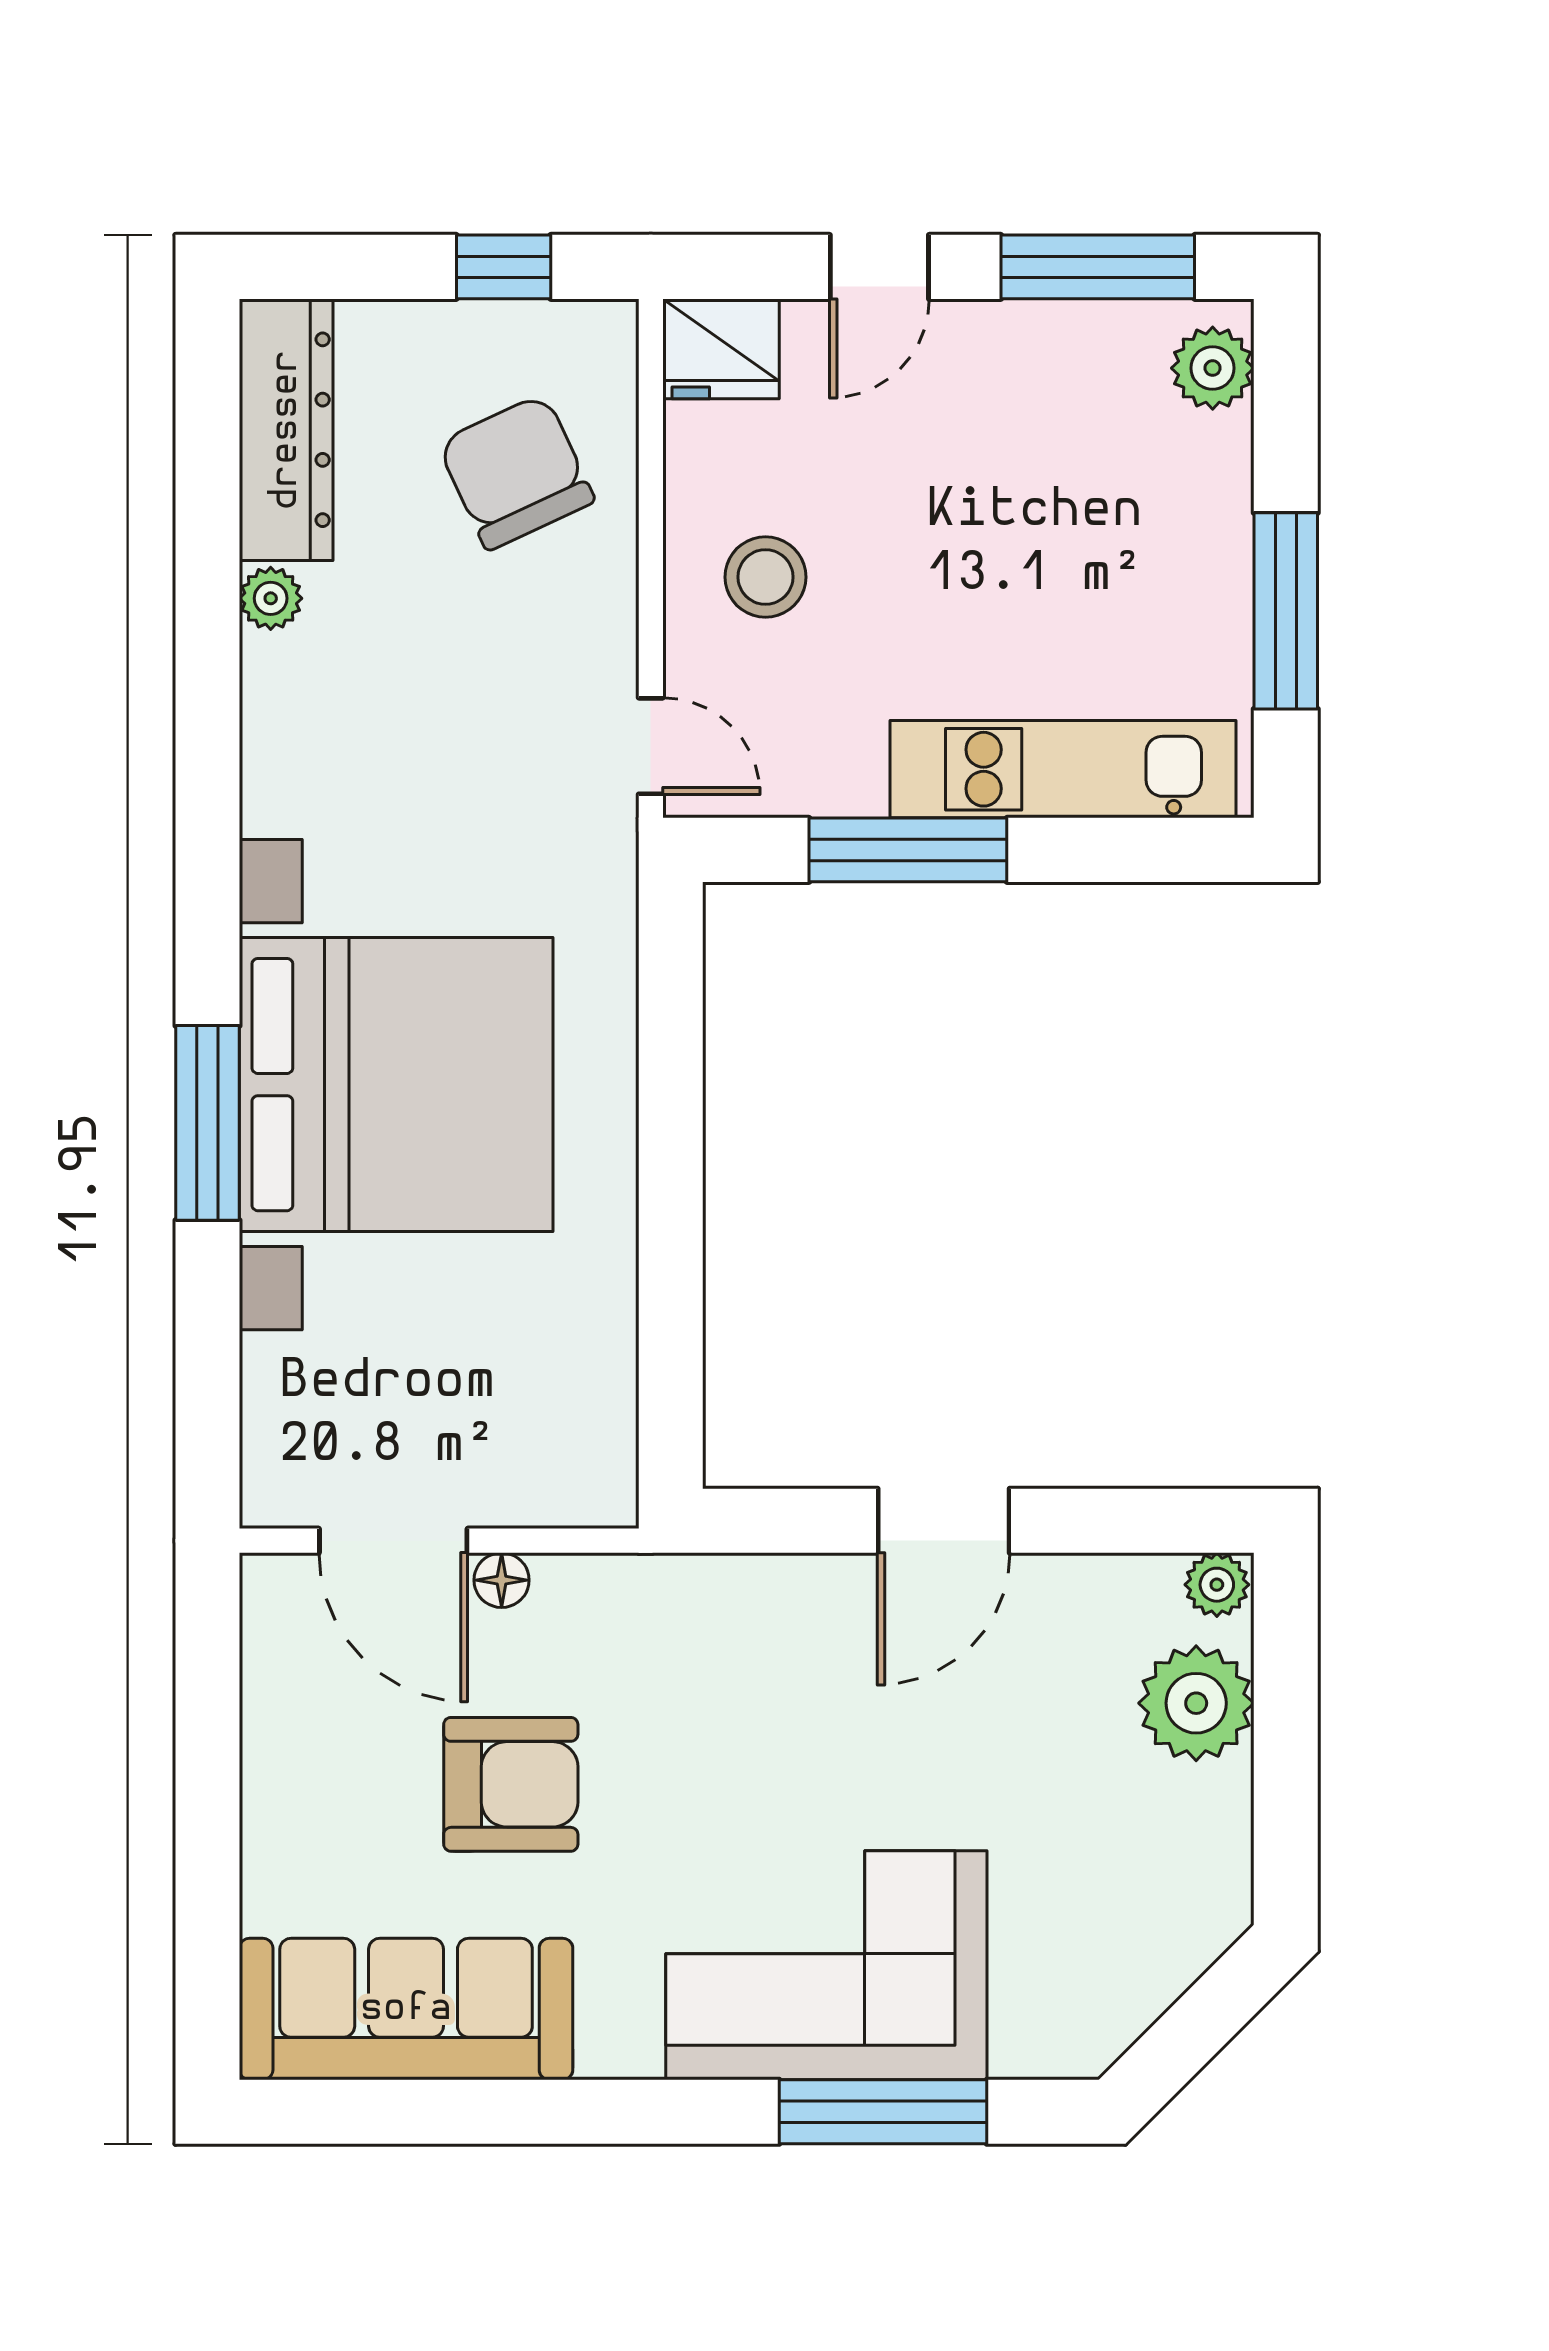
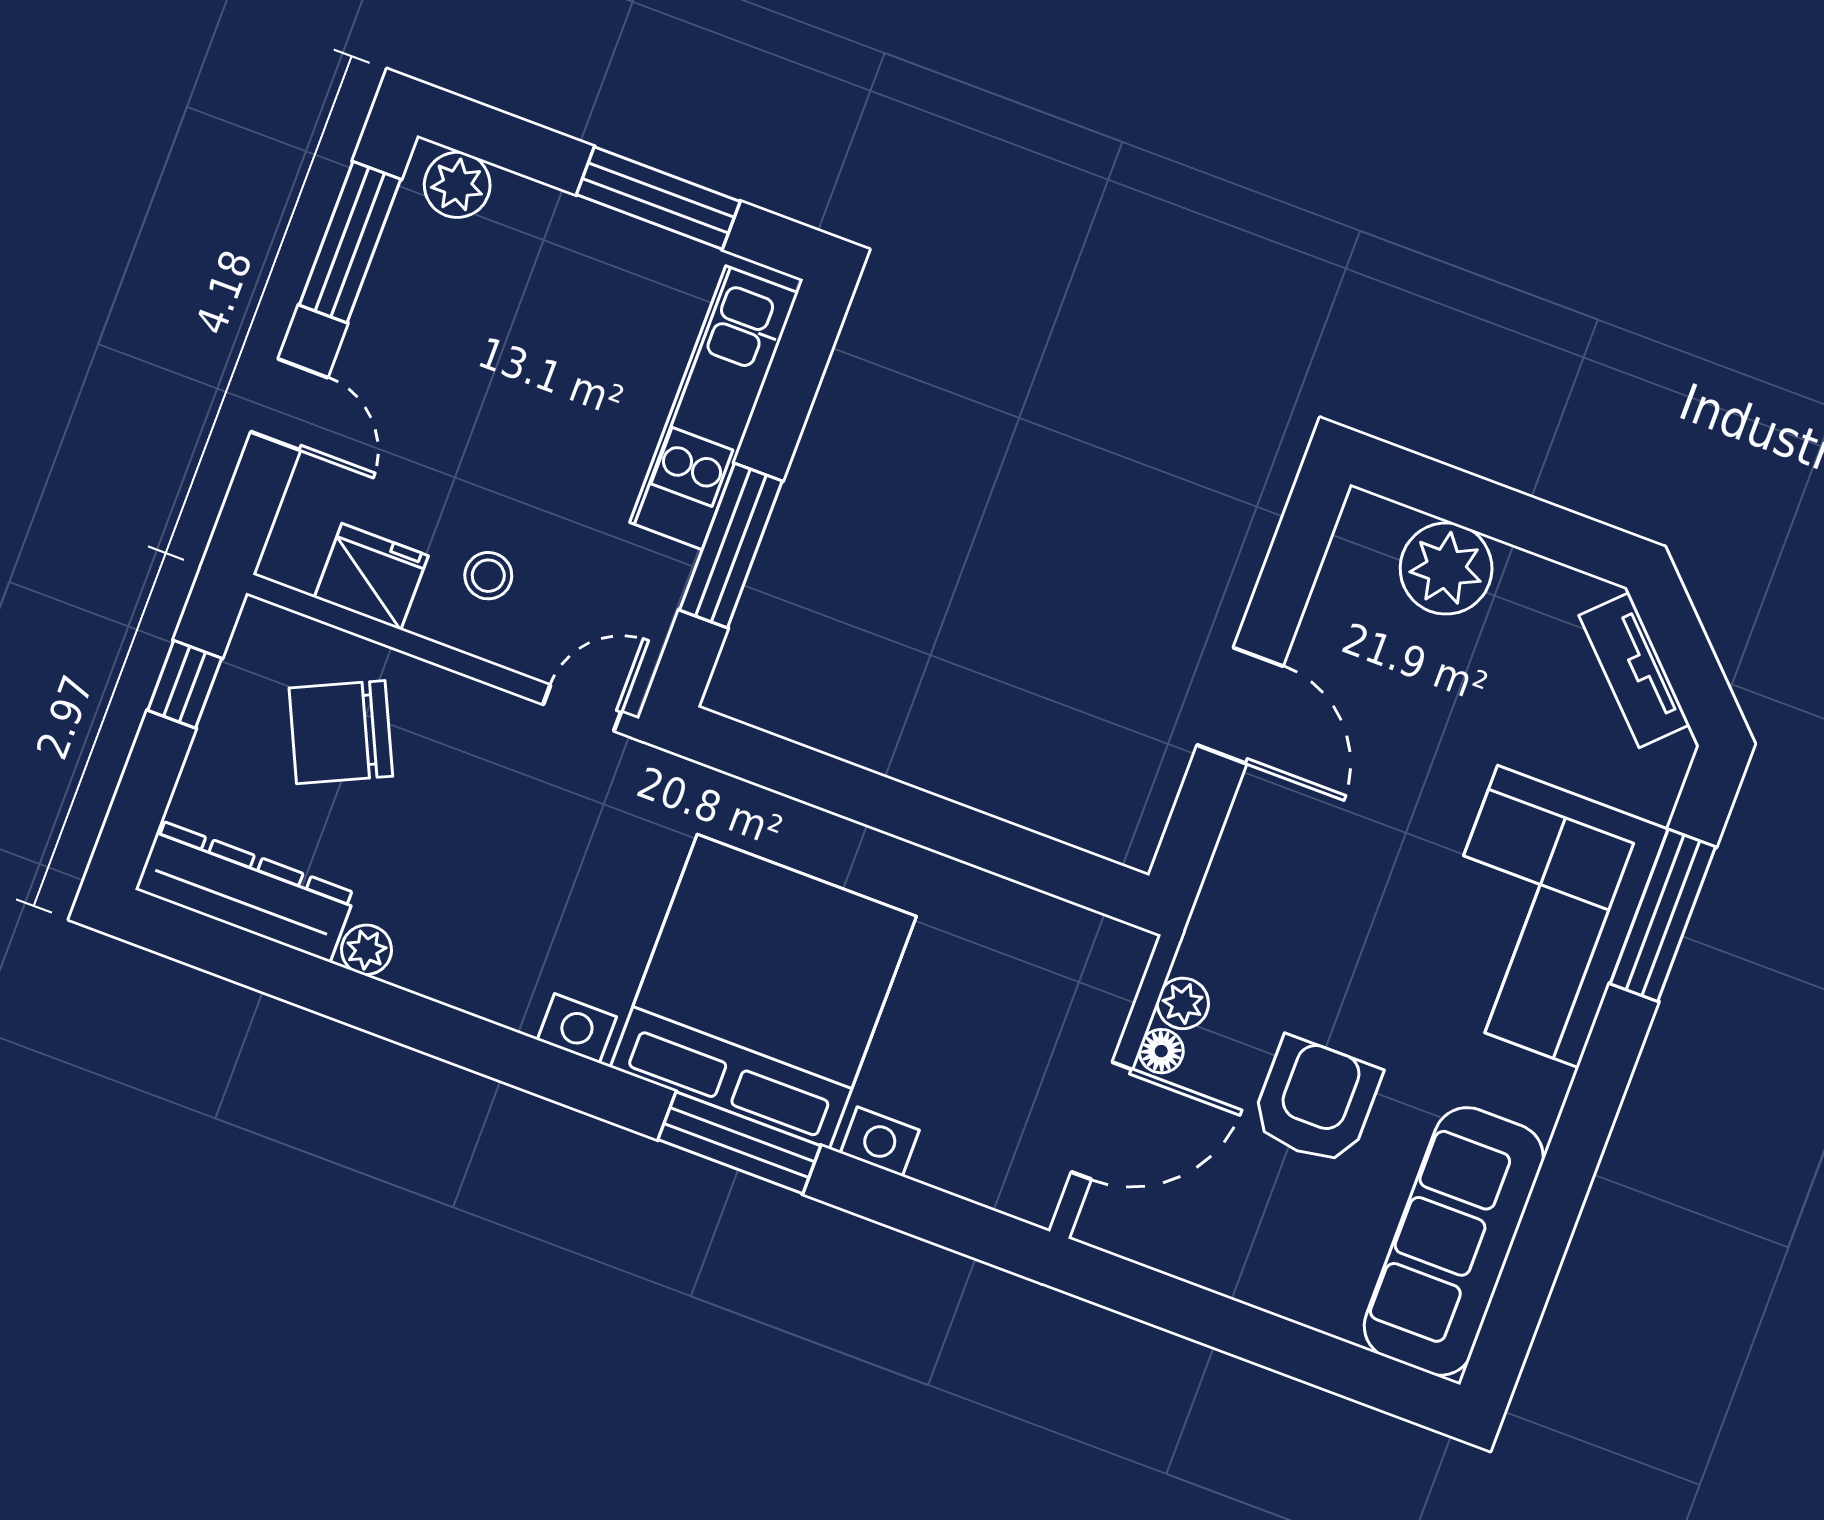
fridge: (721, 349) -> (371, 577), moved, turned -90
stool: (765, 577) -> (488, 576), width x0.73, depth x0.73
plant: (1217, 1585) -> (1183, 1003), moved
tv unit: (1159, 1970) -> (1634, 670), added

